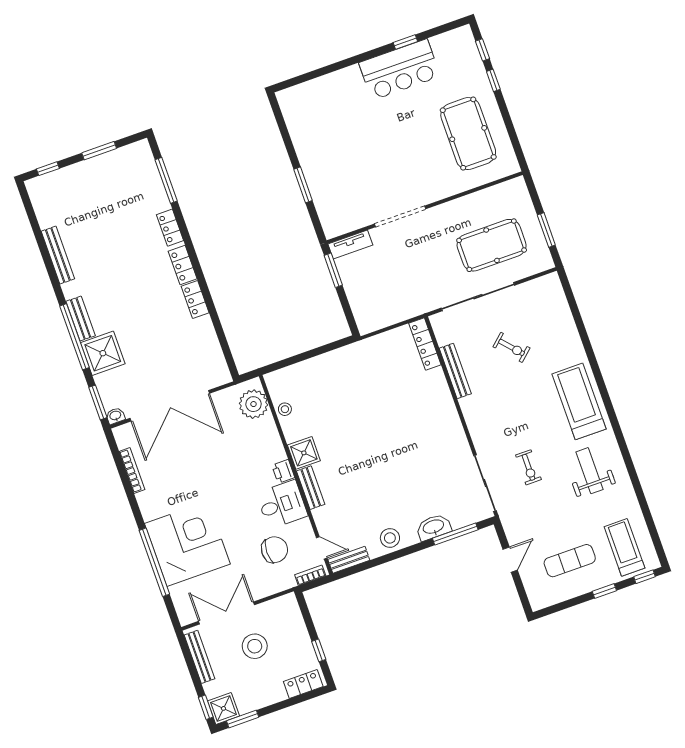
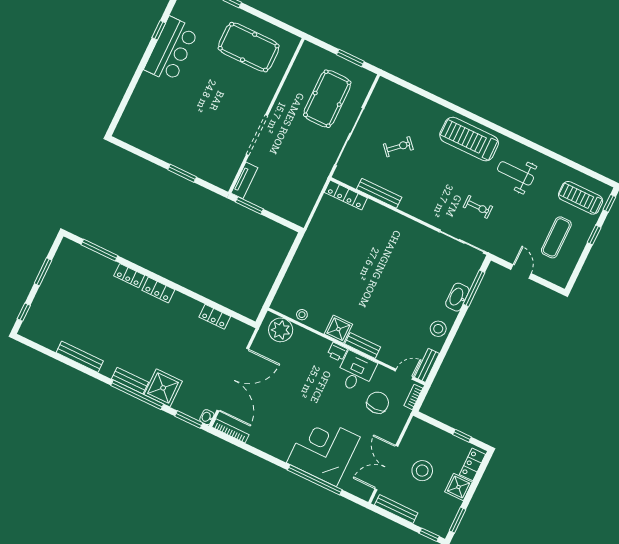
locker: (195, 299) -> (215, 317), moved
bookcase: (132, 471) -> (230, 431), moved
shower: (223, 708) -> (458, 487), moved

